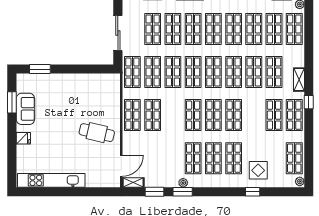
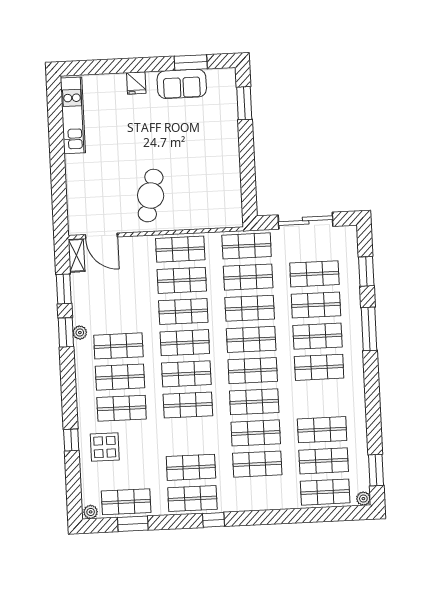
shop shelf: (234, 29) -> (183, 311), moved
shelving: (299, 80) -> (247, 503), removed
window: (309, 154) -> (133, 524), added
kitchen unit: (51, 180) -> (73, 115), width x0.73

